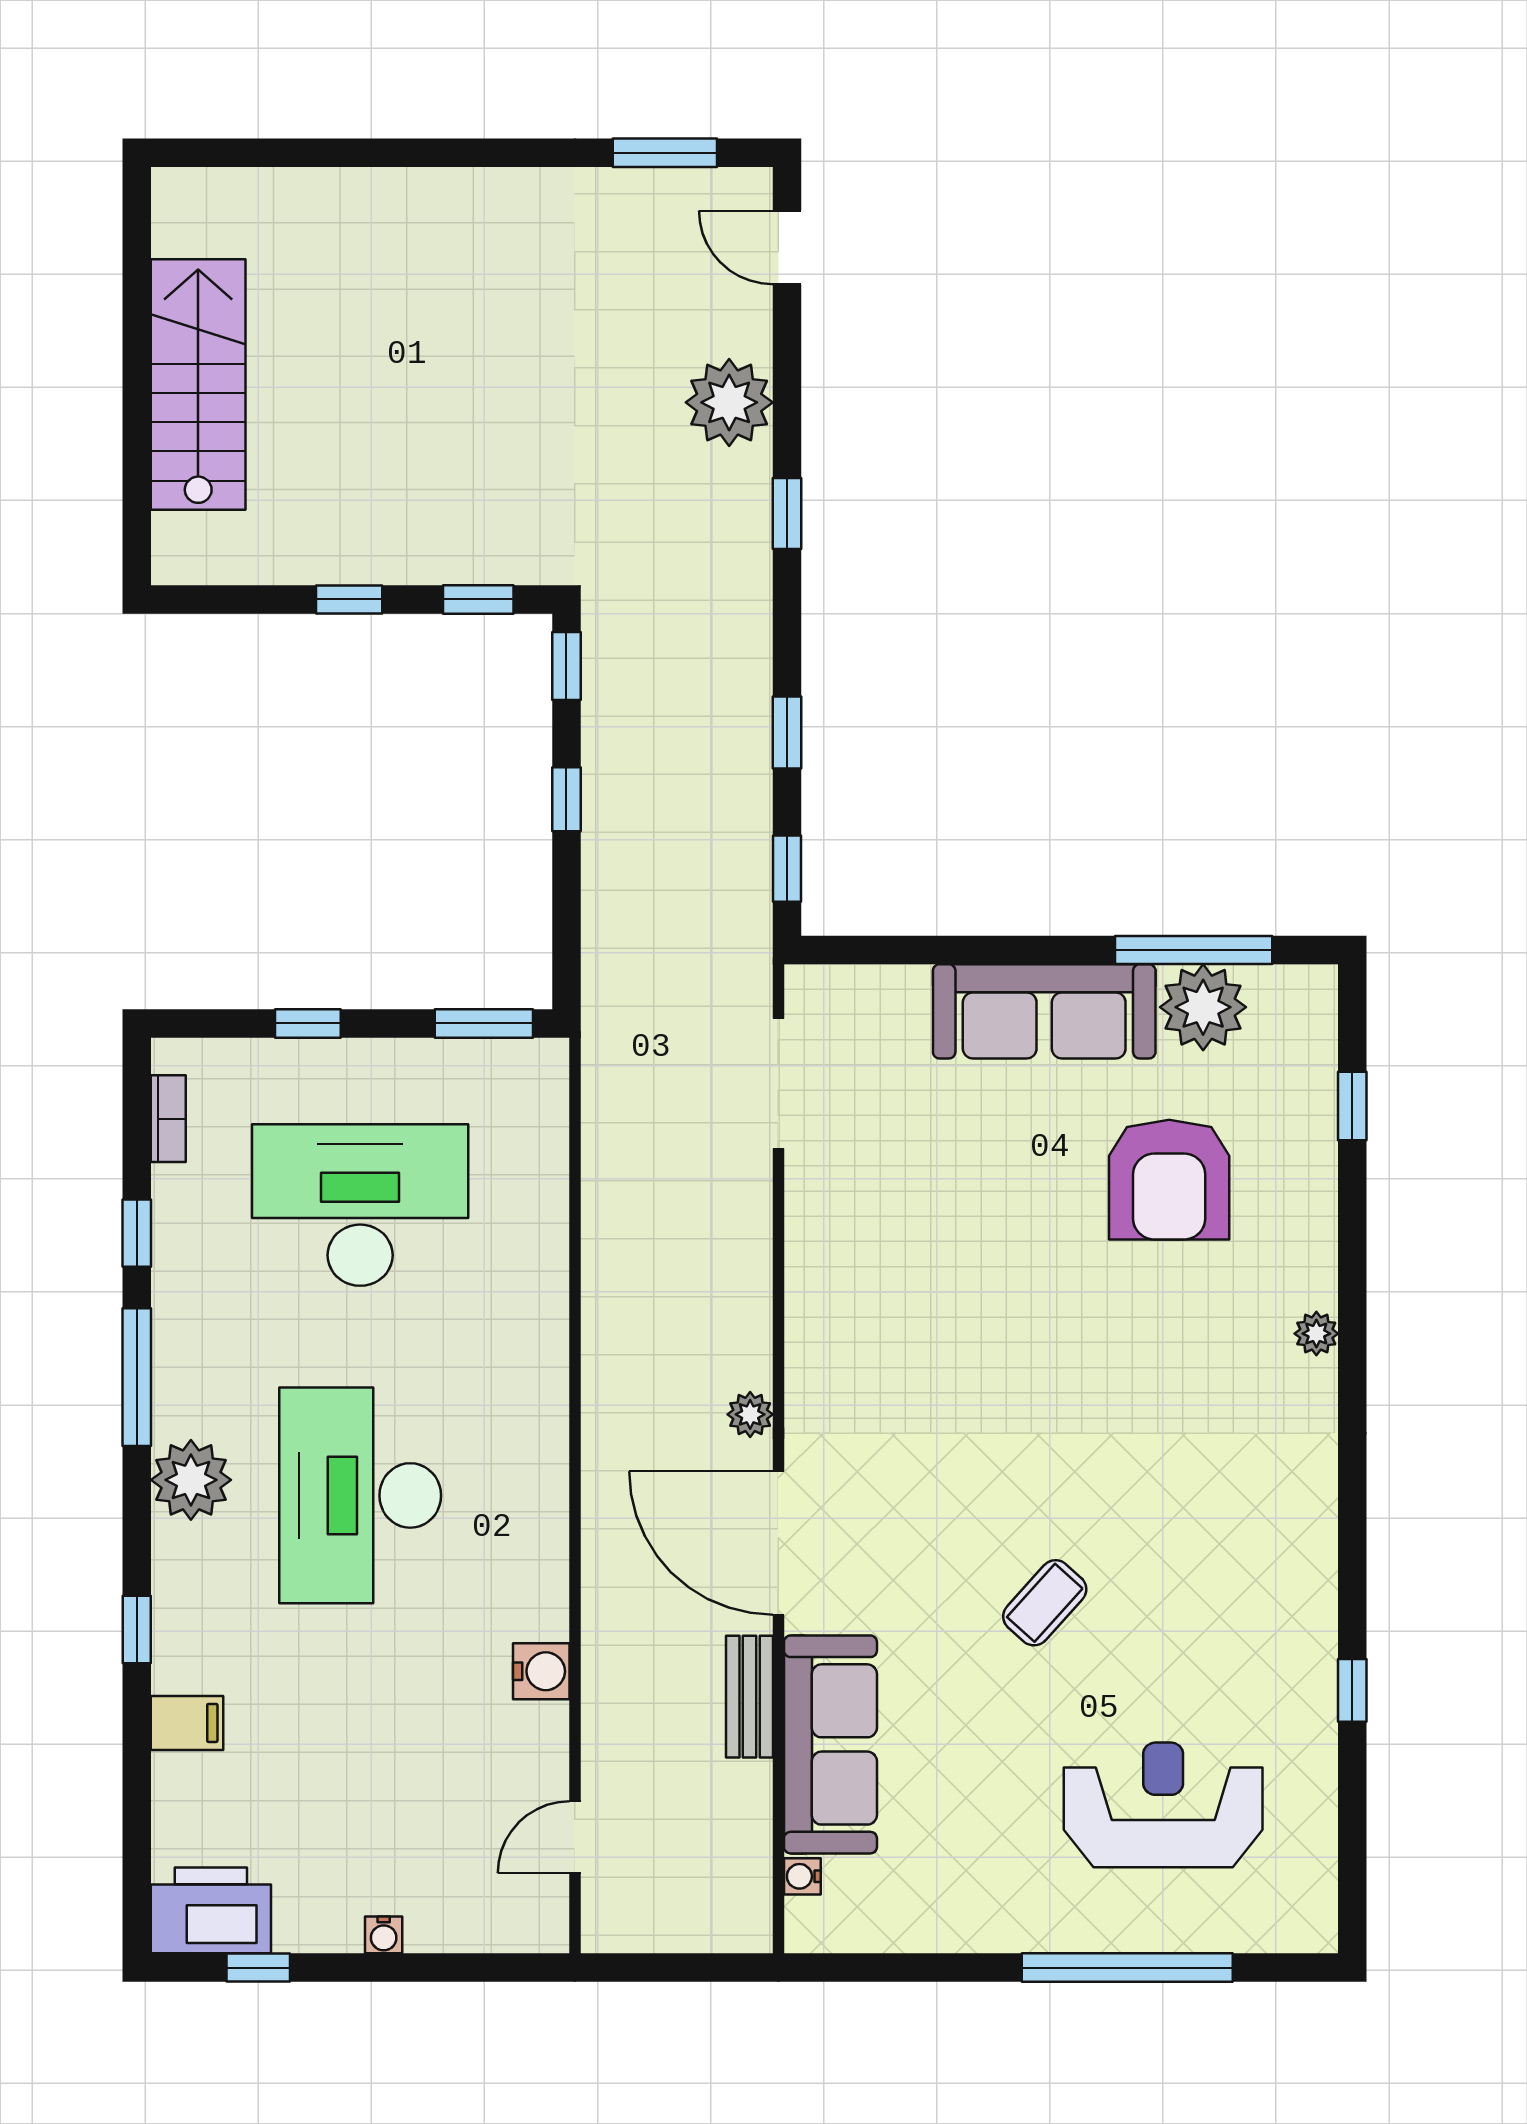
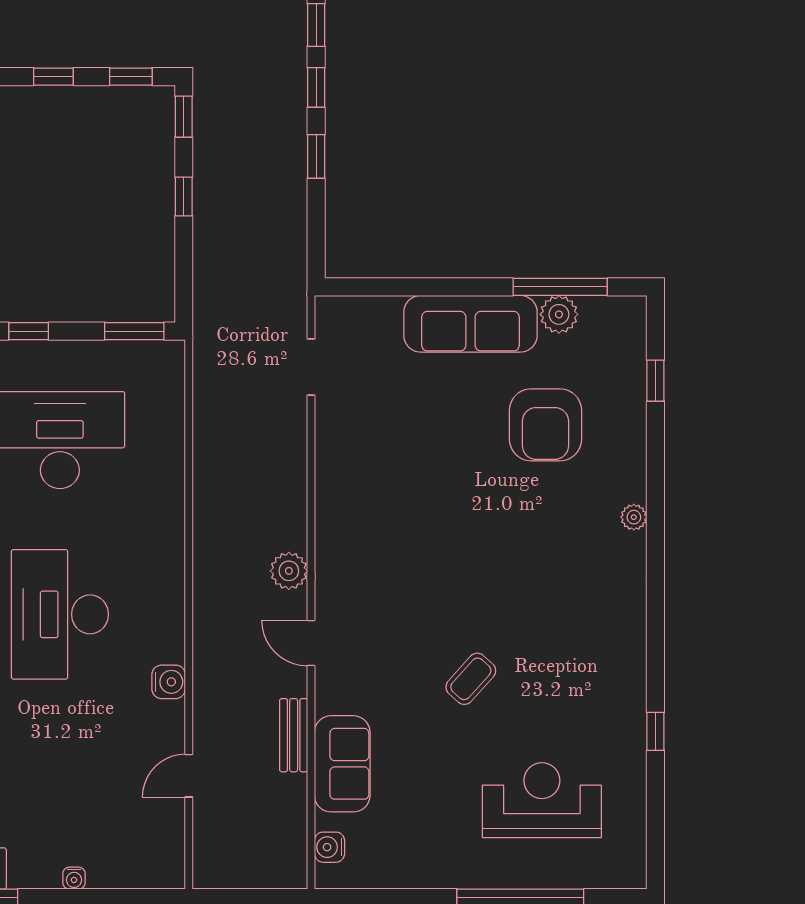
window: (787, 869) -> (316, 87), moved
plant: (1203, 1007) -> (559, 314), width x0.73, depth x0.73
doorway: (778, 1083) -> (311, 367), width x0.73
plant: (750, 1414) -> (289, 571), width x1.38, depth x1.38
door: (778, 1543) -> (311, 643), width x0.53
water cooler: (541, 1671) -> (169, 682), moved
sofa: (830, 1744) -> (342, 764), width x0.73
door: (575, 1837) -> (189, 776), moved
water cooler: (802, 1876) -> (330, 847), width x1.38, depth x1.38

